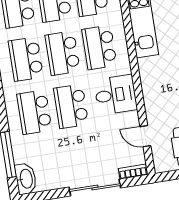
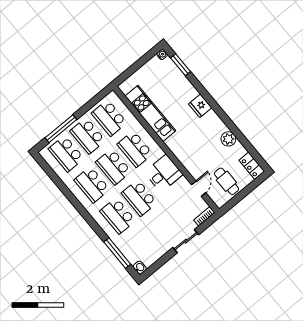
door: (145, 136) -> (199, 189), swing flipped
washbasin: (26, 179) -> (140, 268), width x0.52, depth x0.69
sliding door: (95, 188) -> (186, 241), width x0.73

